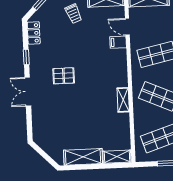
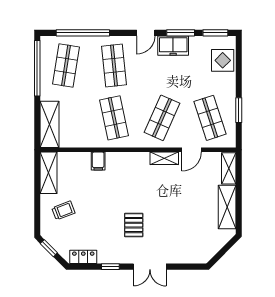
door: (127, 27) -> (192, 150), moved

